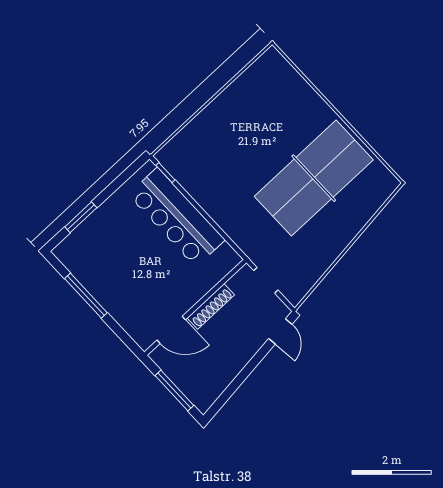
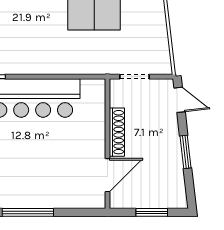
window: (245, 373) -> (186, 152), added
window: (174, 390) -> (152, 212), width x0.69

